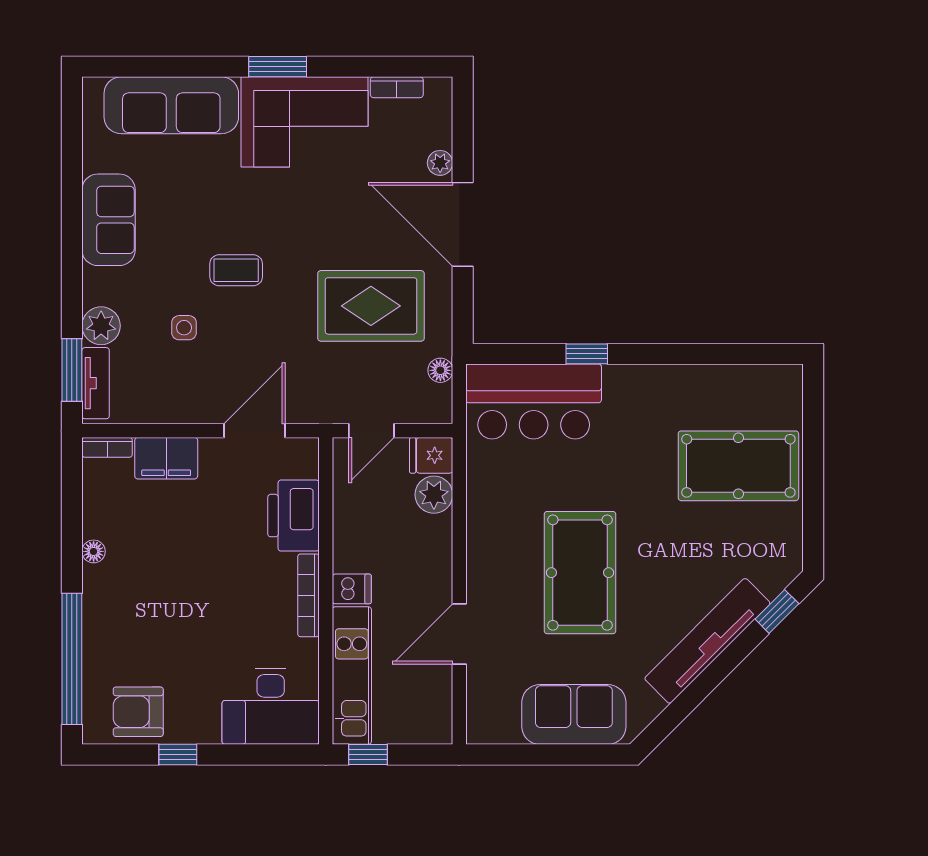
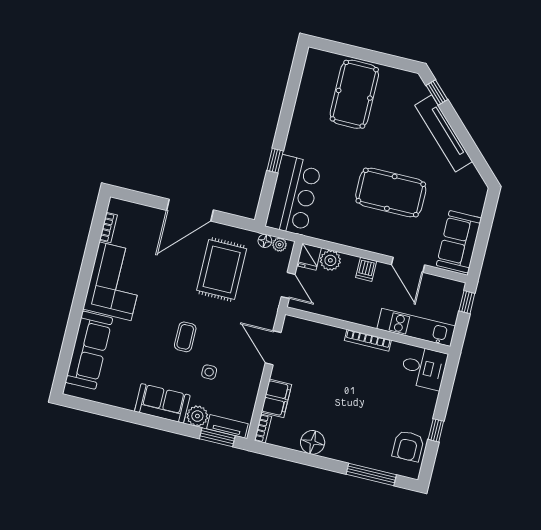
window: (278, 67) -> (82, 289), removed
plant: (440, 163) -> (280, 245), moved
sofa: (109, 220) -> (162, 403), moved
printer: (293, 516) -> (323, 338), removed
floor lamp: (94, 551) -> (313, 442), width x1.89, depth x1.89
dishwasher: (352, 589) -> (366, 269), moved, turned 180
window: (72, 659) -> (371, 474), width x0.68
desk: (271, 706) -> (424, 368), width x0.73
sofa: (574, 714) -> (459, 242), moved
window: (368, 754) -> (467, 302), moved

